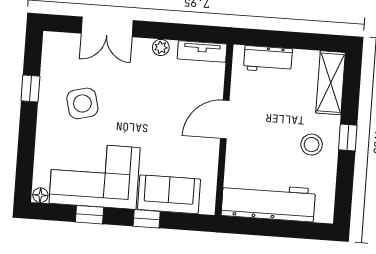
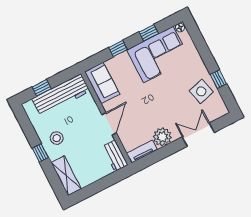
plant: (161, 47) -> (162, 137), width x1.87, depth x1.87
workbench: (268, 59) -> (115, 156), moved, turned -90
side table: (82, 103) -> (201, 91), moved
sofa: (169, 194) -> (102, 83), moved, turned -90
window: (290, 229) -> (42, 88), added

